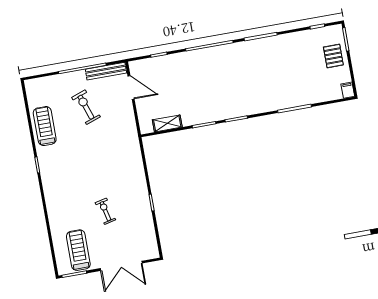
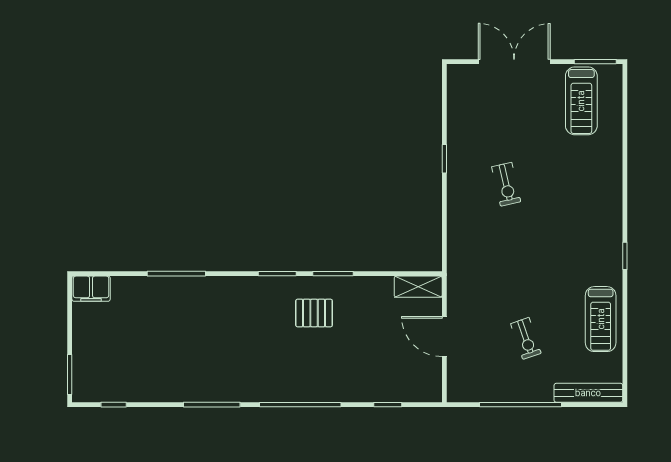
pallet: (333, 56) -> (314, 313), moved, turned 90
bench: (106, 71) -> (588, 393), moved
door: (131, 87) -> (444, 337), moved
filing cabinet: (348, 90) -> (91, 289), width x2.00
exercise bike: (86, 107) -> (526, 338), width x0.73, depth x0.72
shelving: (167, 123) -> (418, 287), moved
exercise bike: (105, 211) -> (506, 184), moved

